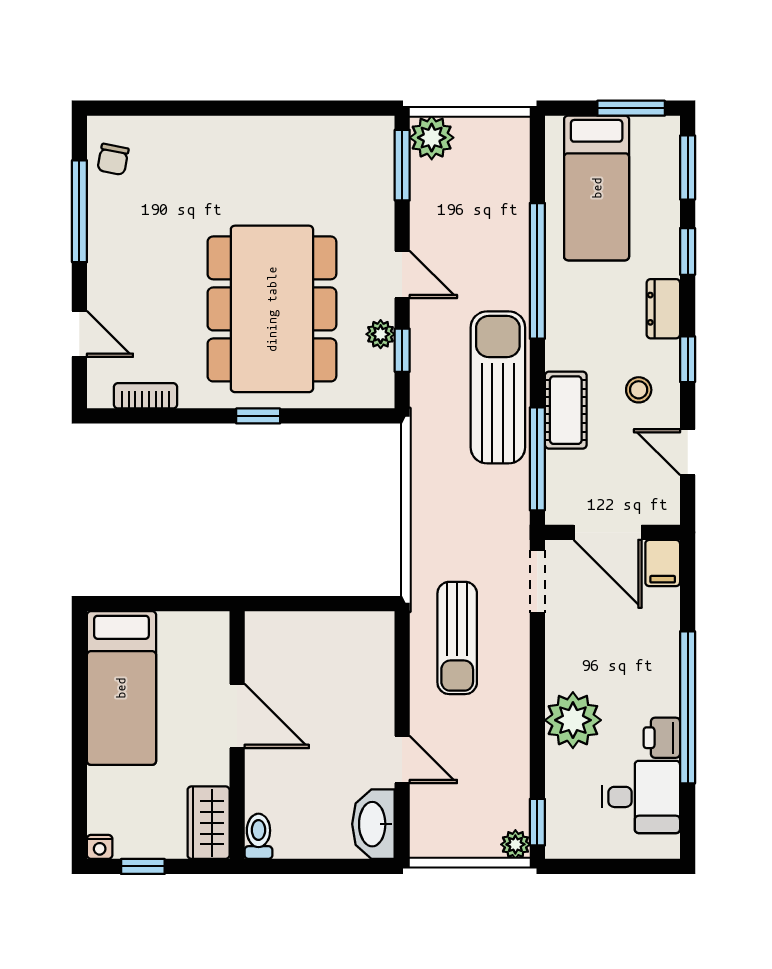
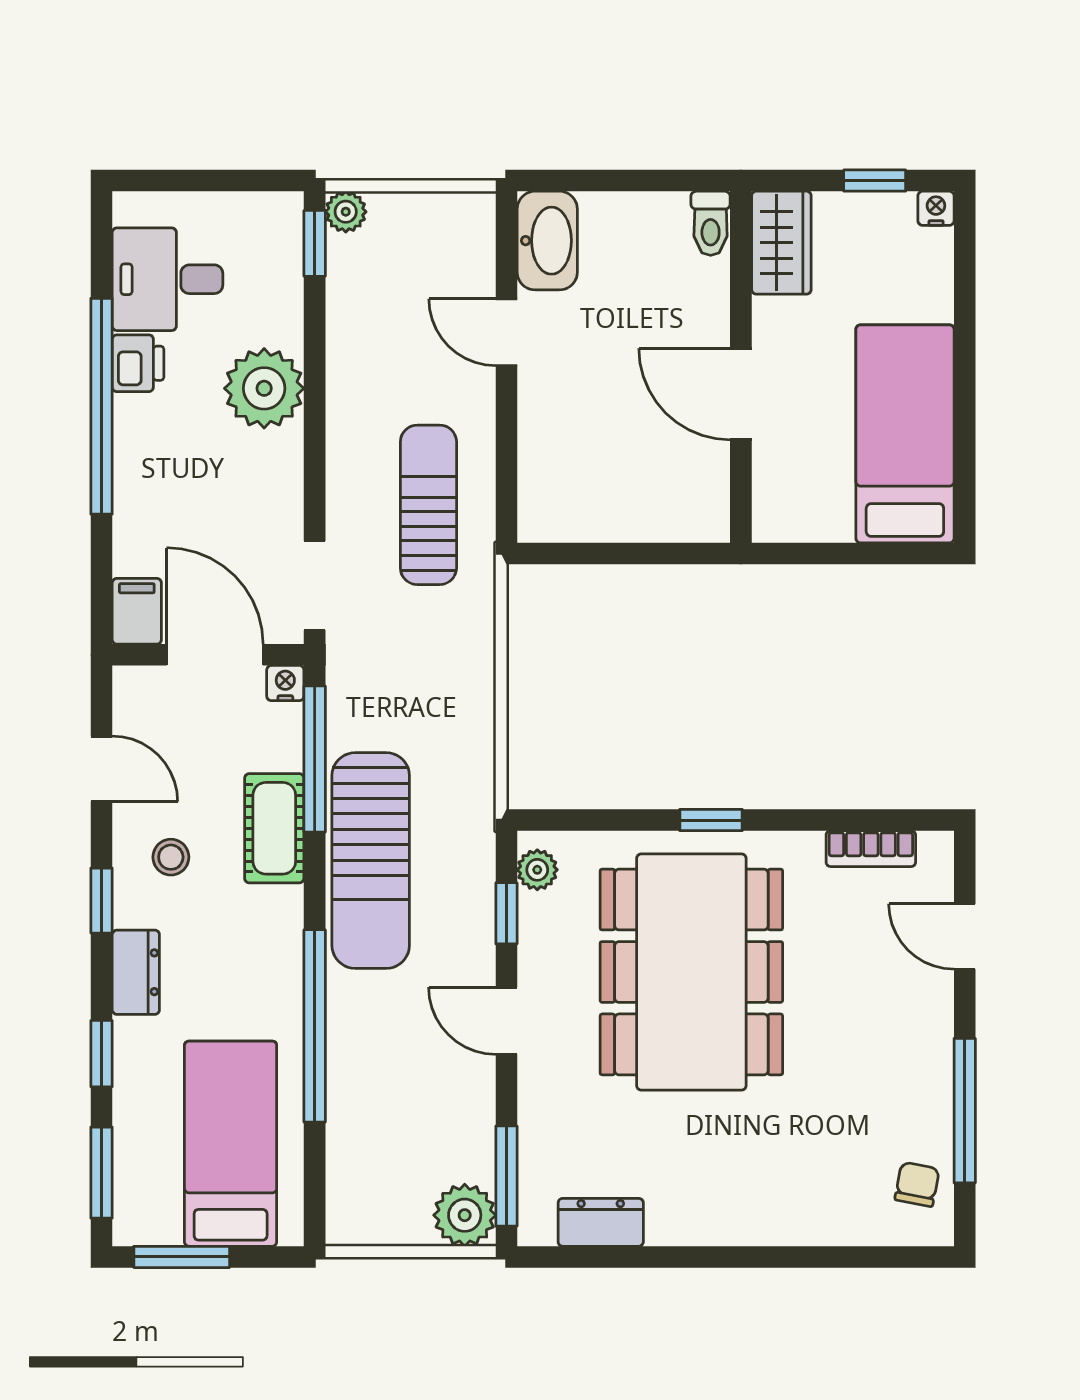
dresser: (336, 133) -> (601, 1222), added
plant: (381, 334) -> (537, 870), moved
nightstand: (558, 512) -> (285, 683), added

